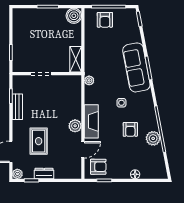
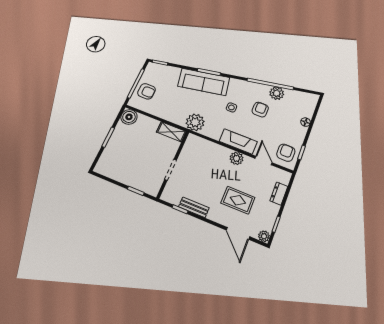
plant: (89, 80) -> (195, 122), width x1.88, depth x1.88
armchair: (130, 129) -> (260, 110), turned -90
dresser: (44, 173) -> (279, 194), moved

